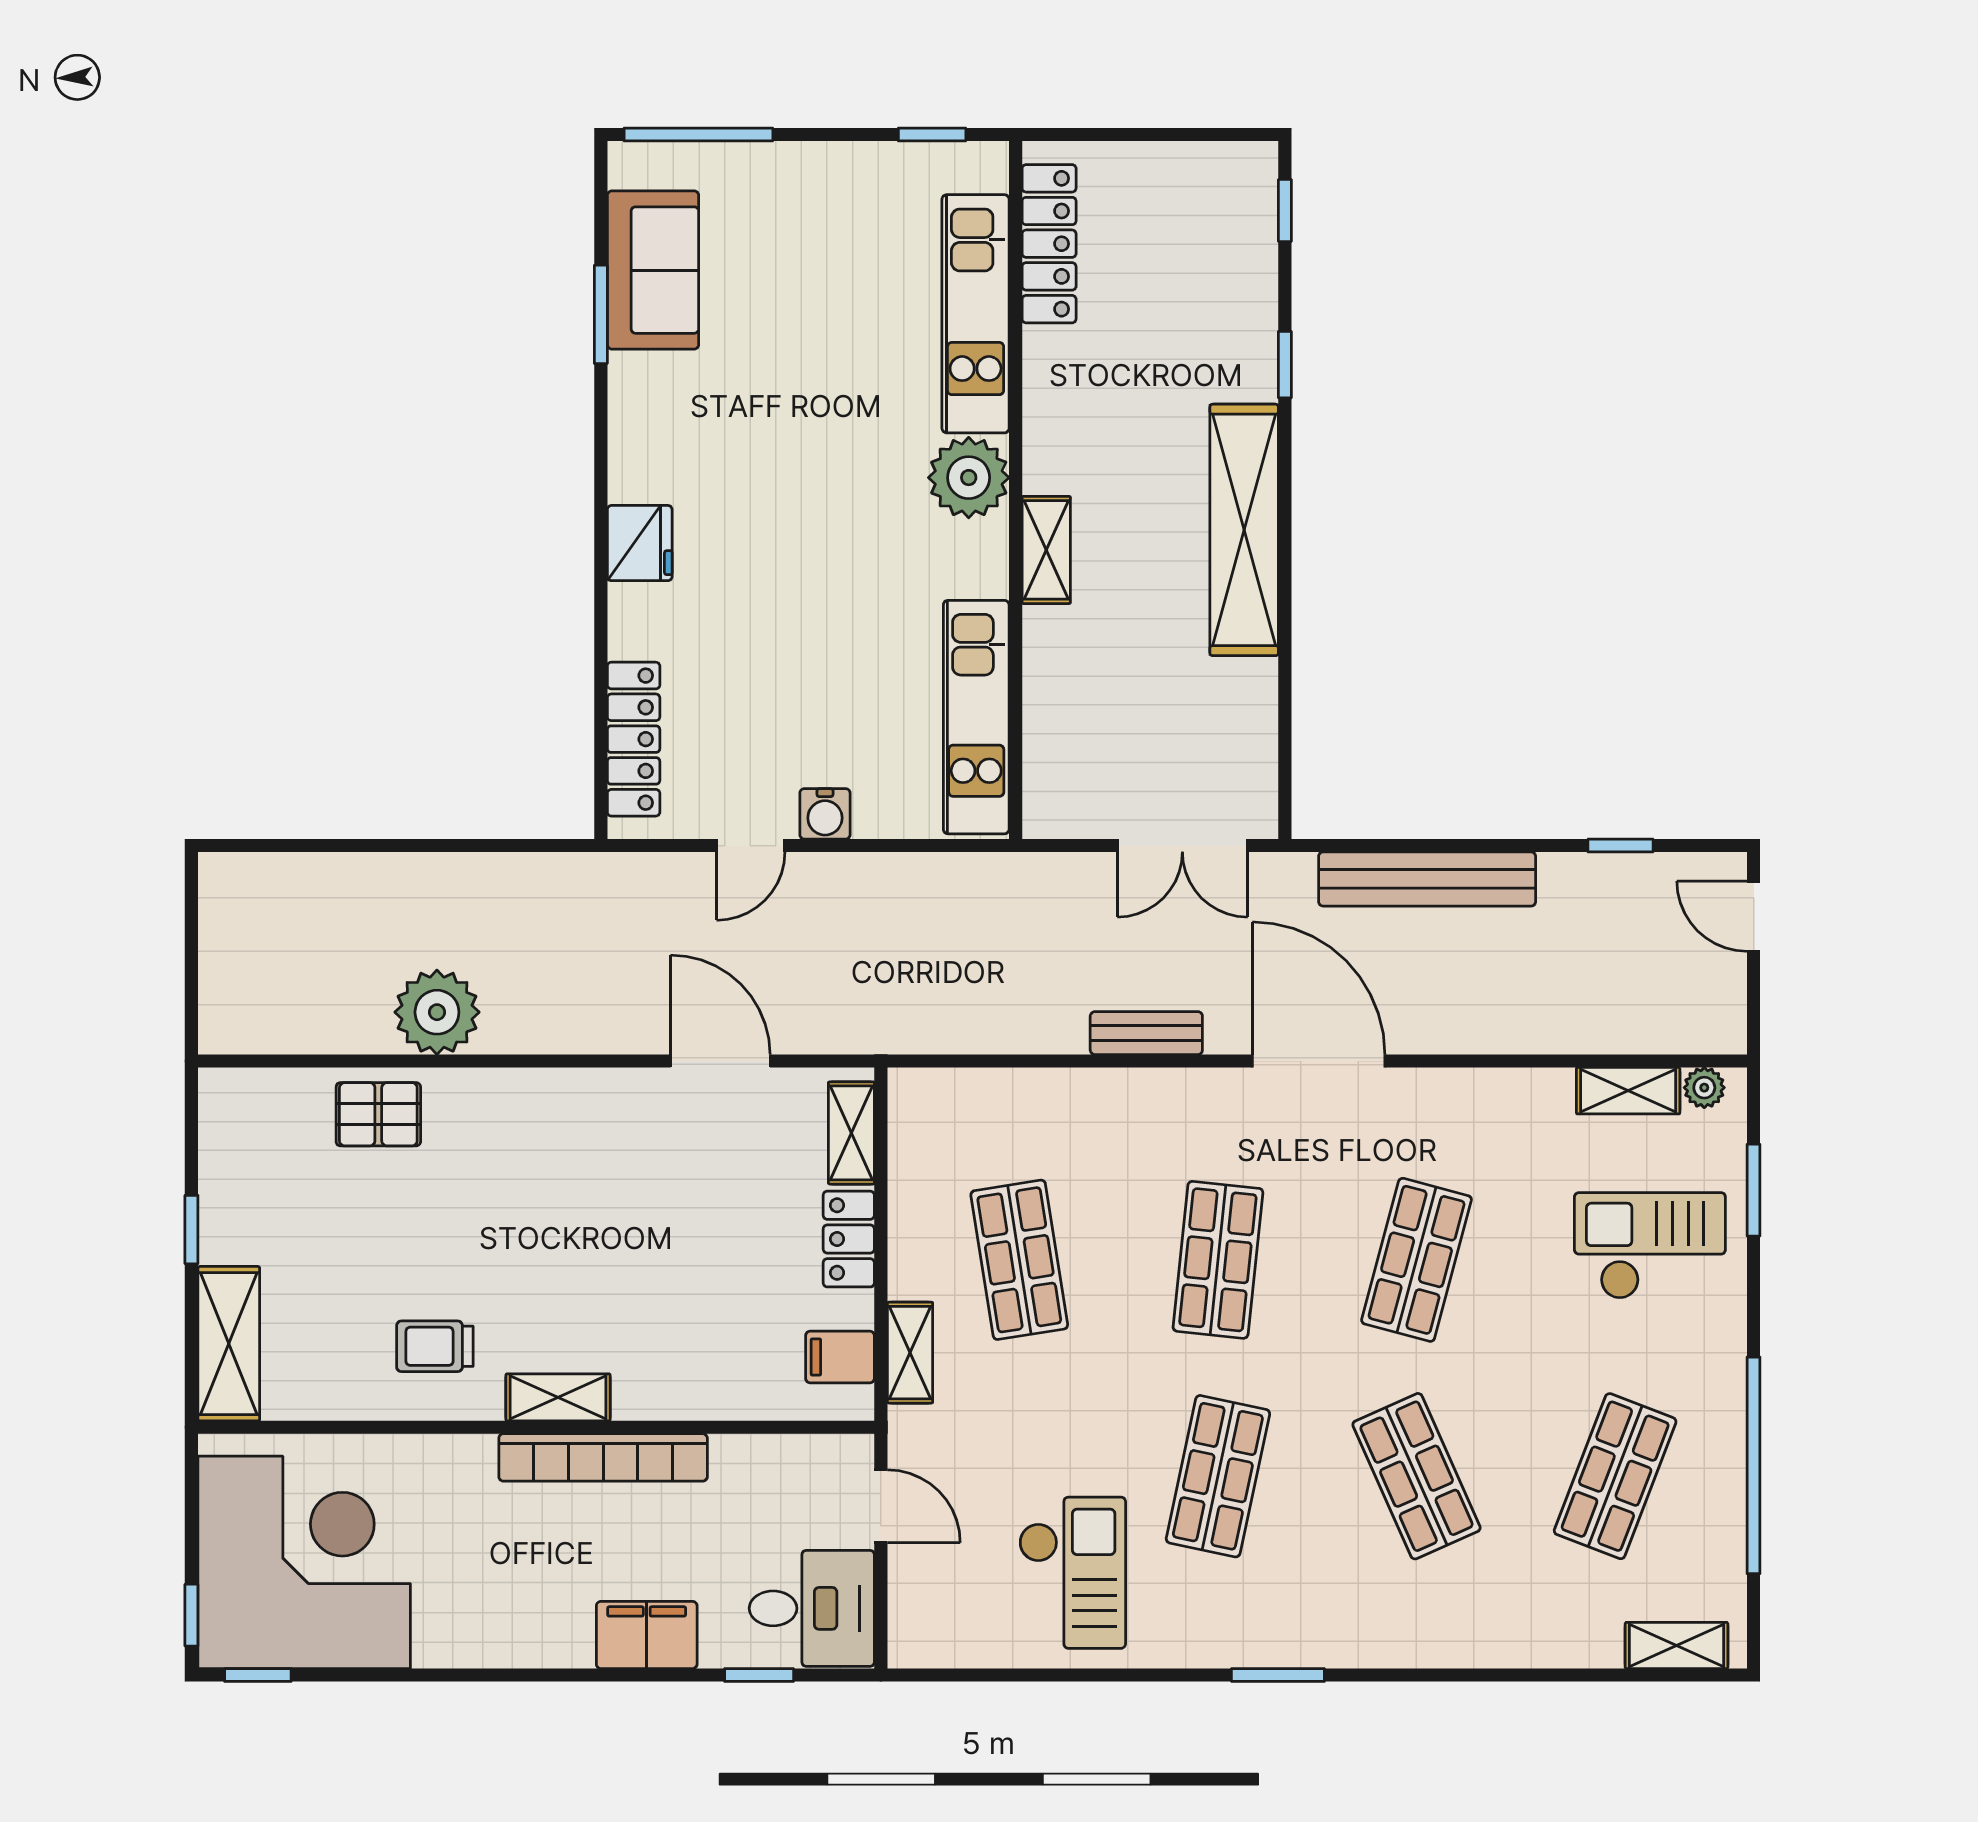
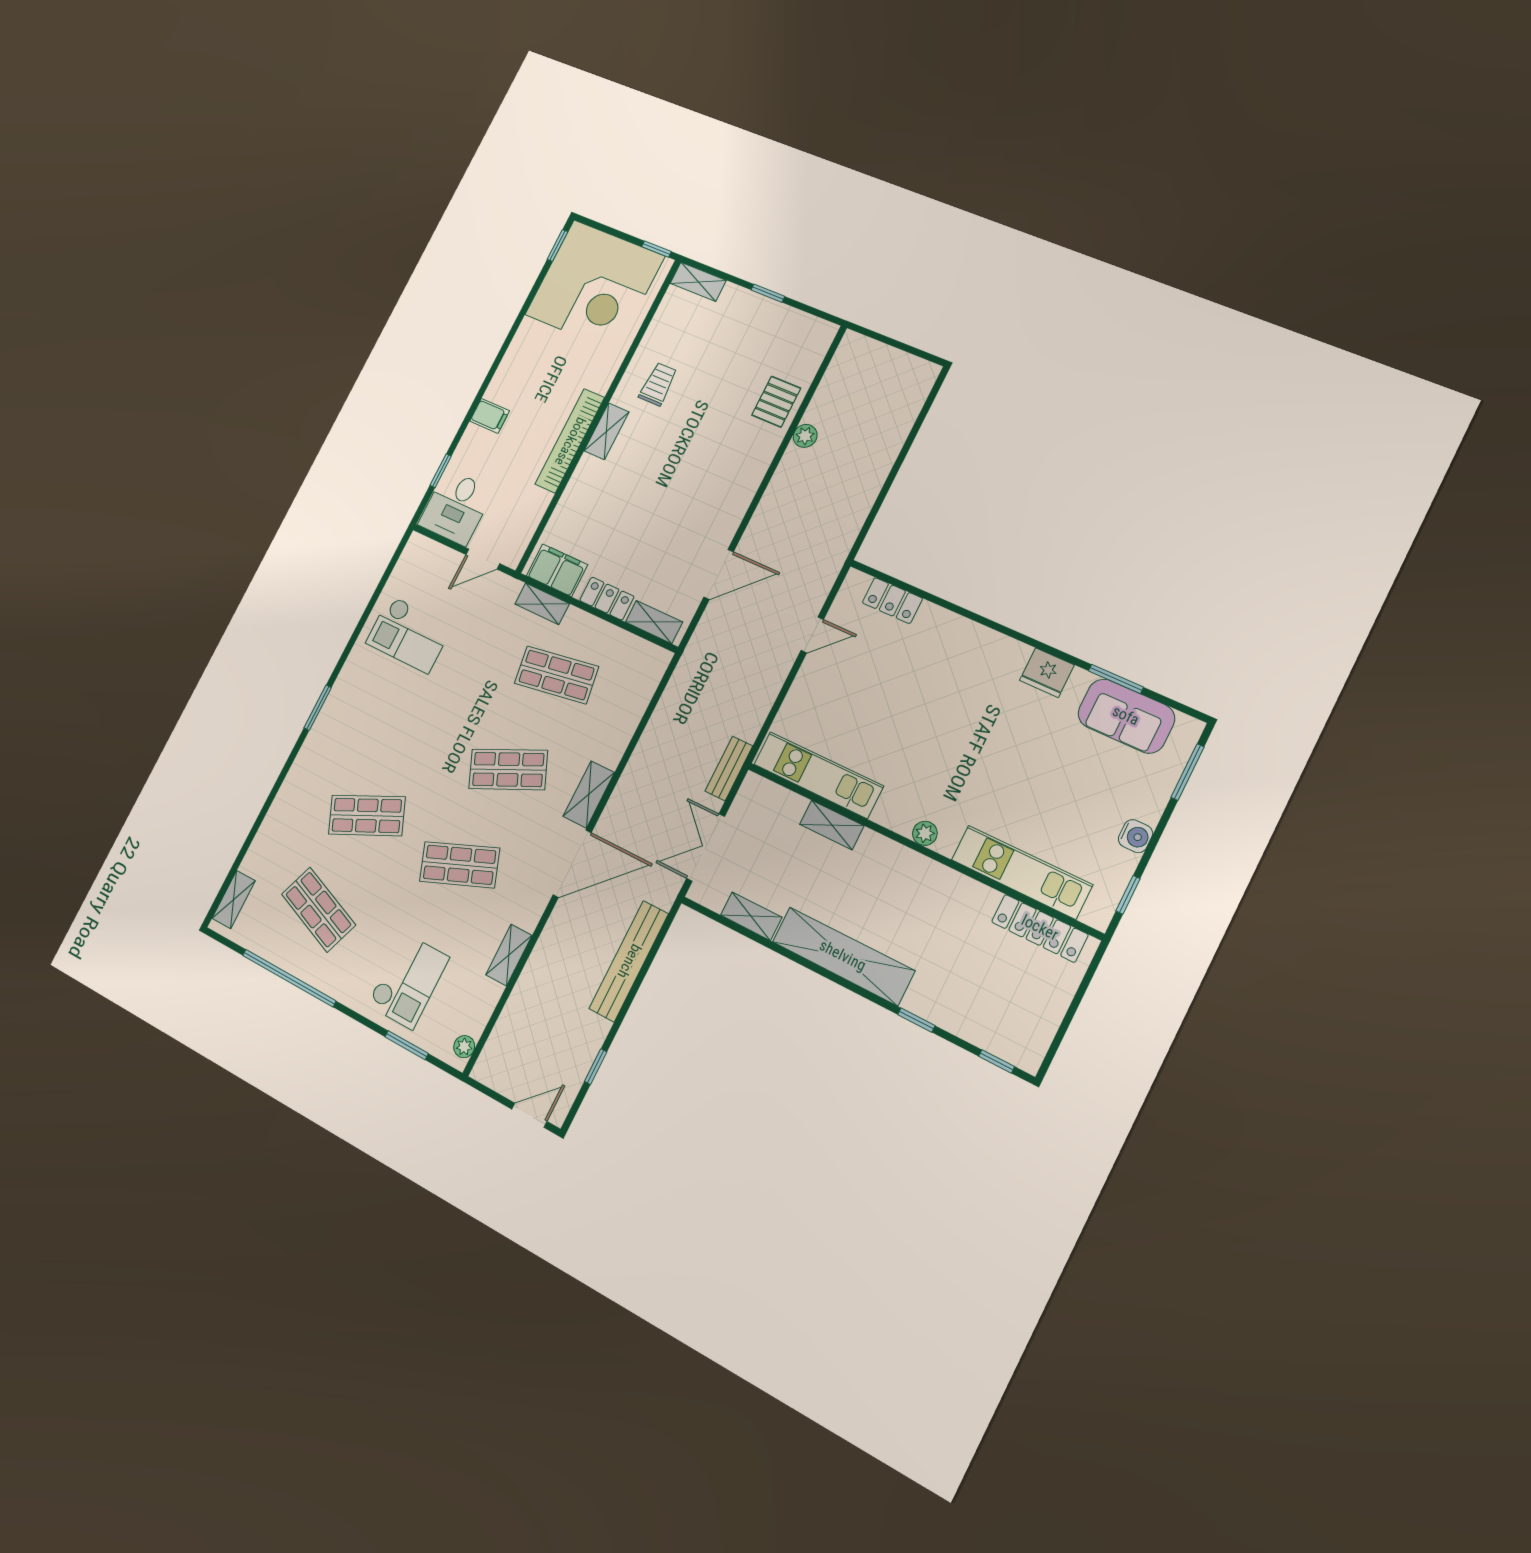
window: (698, 135) -> (1188, 772), width x0.69
plant: (969, 478) -> (925, 833), width x0.53, depth x0.53
fridge: (640, 543) -> (1047, 673), moved
shelving: (1046, 550) -> (832, 825), moved
shelving: (1255, 712) -> (751, 916), added
locker: (634, 739) -> (892, 601), width x0.66
water cooler: (825, 814) -> (1135, 836), moved, turned 180
door: (751, 846) -> (812, 635), swing flipped
plant: (437, 1012) -> (805, 436), width x0.53, depth x0.53
bench: (1146, 1033) -> (729, 769), moved
shelving: (1628, 1091) -> (509, 955), moved
shelving: (1192, 1093) -> (589, 795), added
shop shelf: (1218, 1260) -> (508, 769), turned -30
shop shelf: (1417, 1260) -> (460, 865), turned -36
shelving: (229, 1344) -> (698, 282), width x0.67, depth x0.75
filing cabinet: (840, 1357) -> (557, 570), width x2.00
shop shelf: (1218, 1476) -> (415, 722), removed
window: (191, 1615) -> (656, 249), moved
filing cabinet: (647, 1635) -> (490, 416), width x0.50

